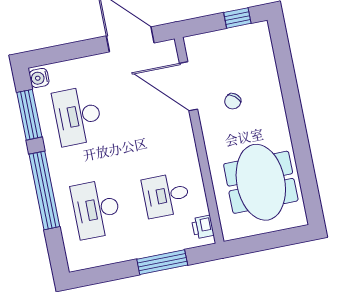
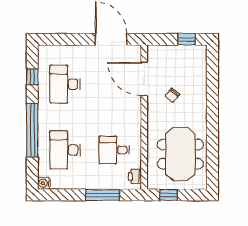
water cooler: (39, 78) -> (44, 183), moved
window: (29, 115) -> (32, 77), width x0.46
window: (256, 243) -> (169, 195), added

